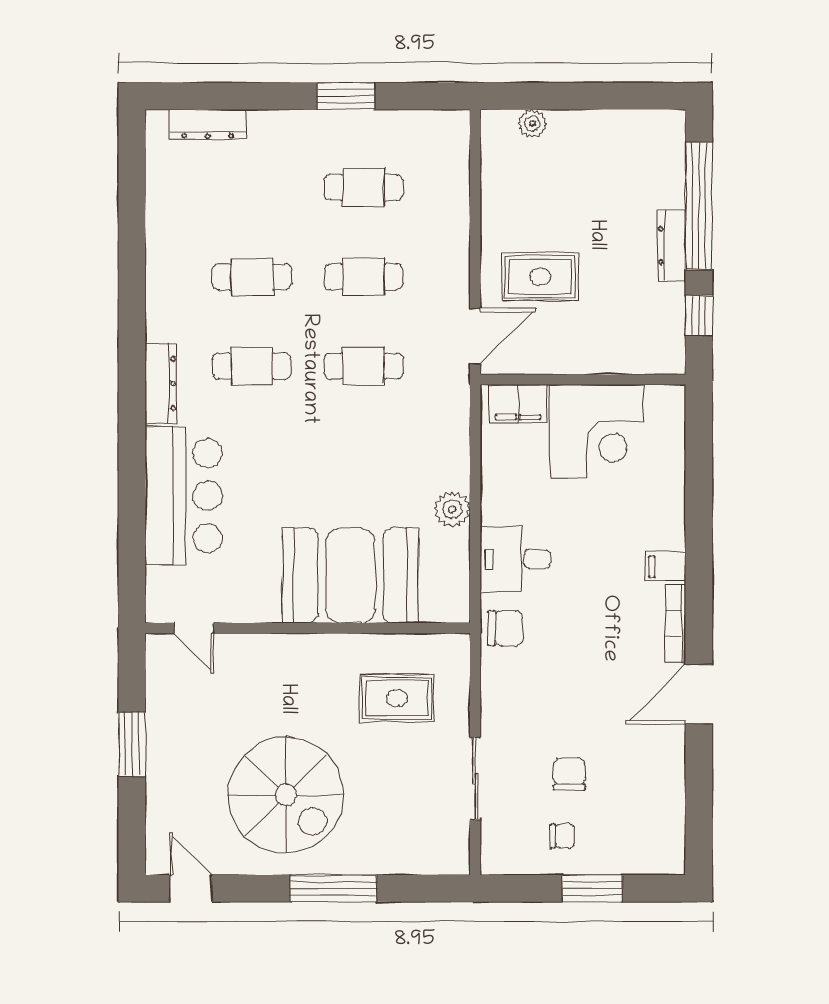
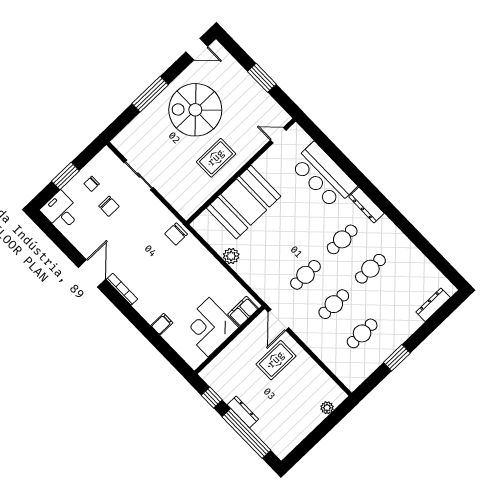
desk: (515, 559) -> (61, 211), moved, turned -90
filing cabinet: (666, 567) -> (162, 324), moved
rug: (397, 698) -> (216, 158), moved

